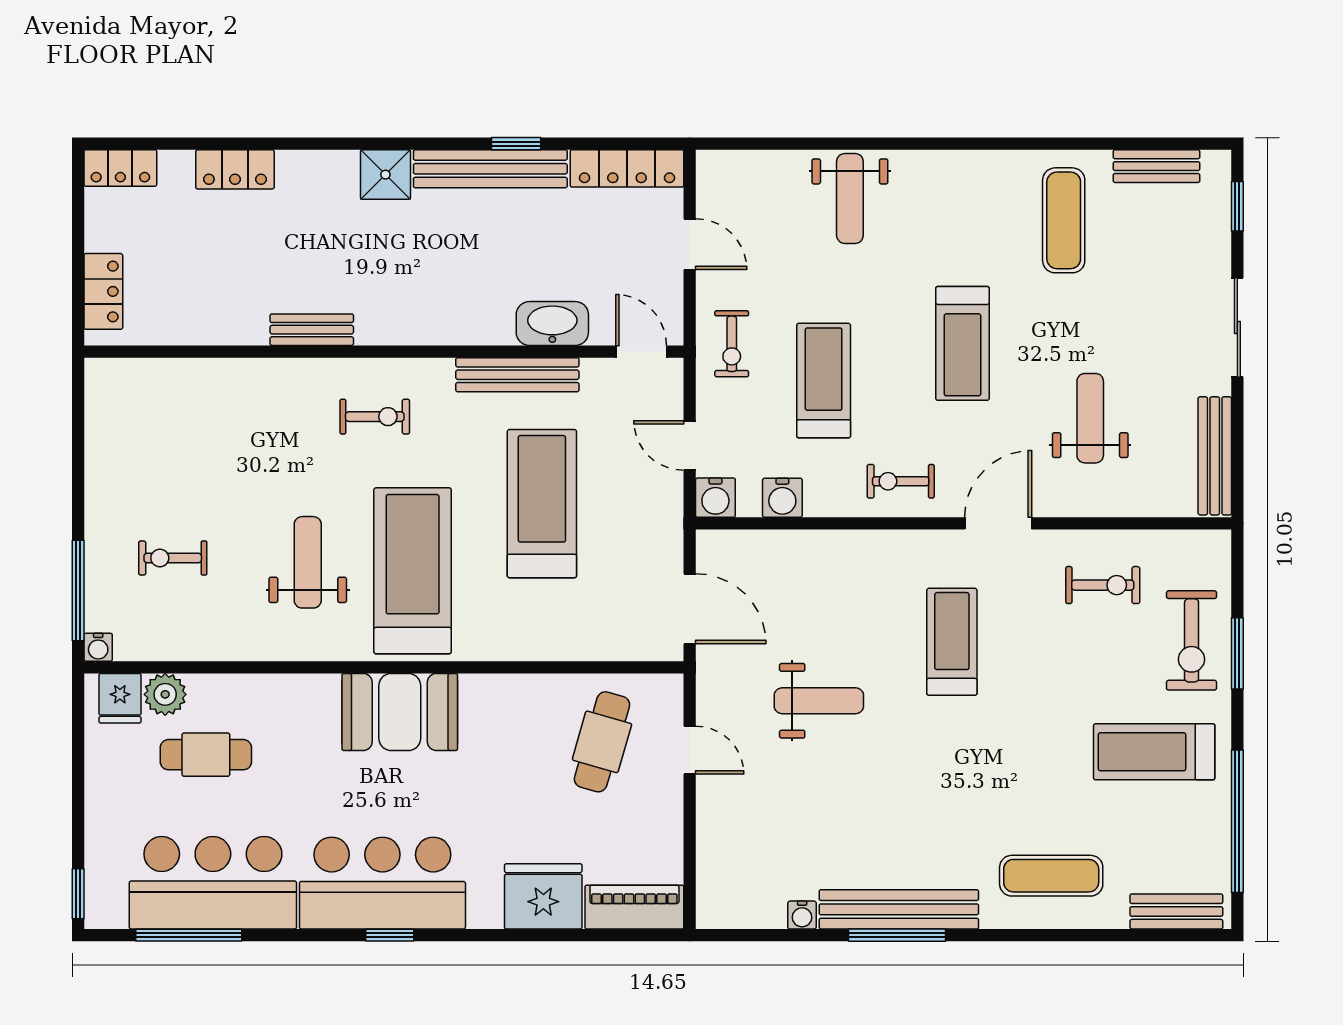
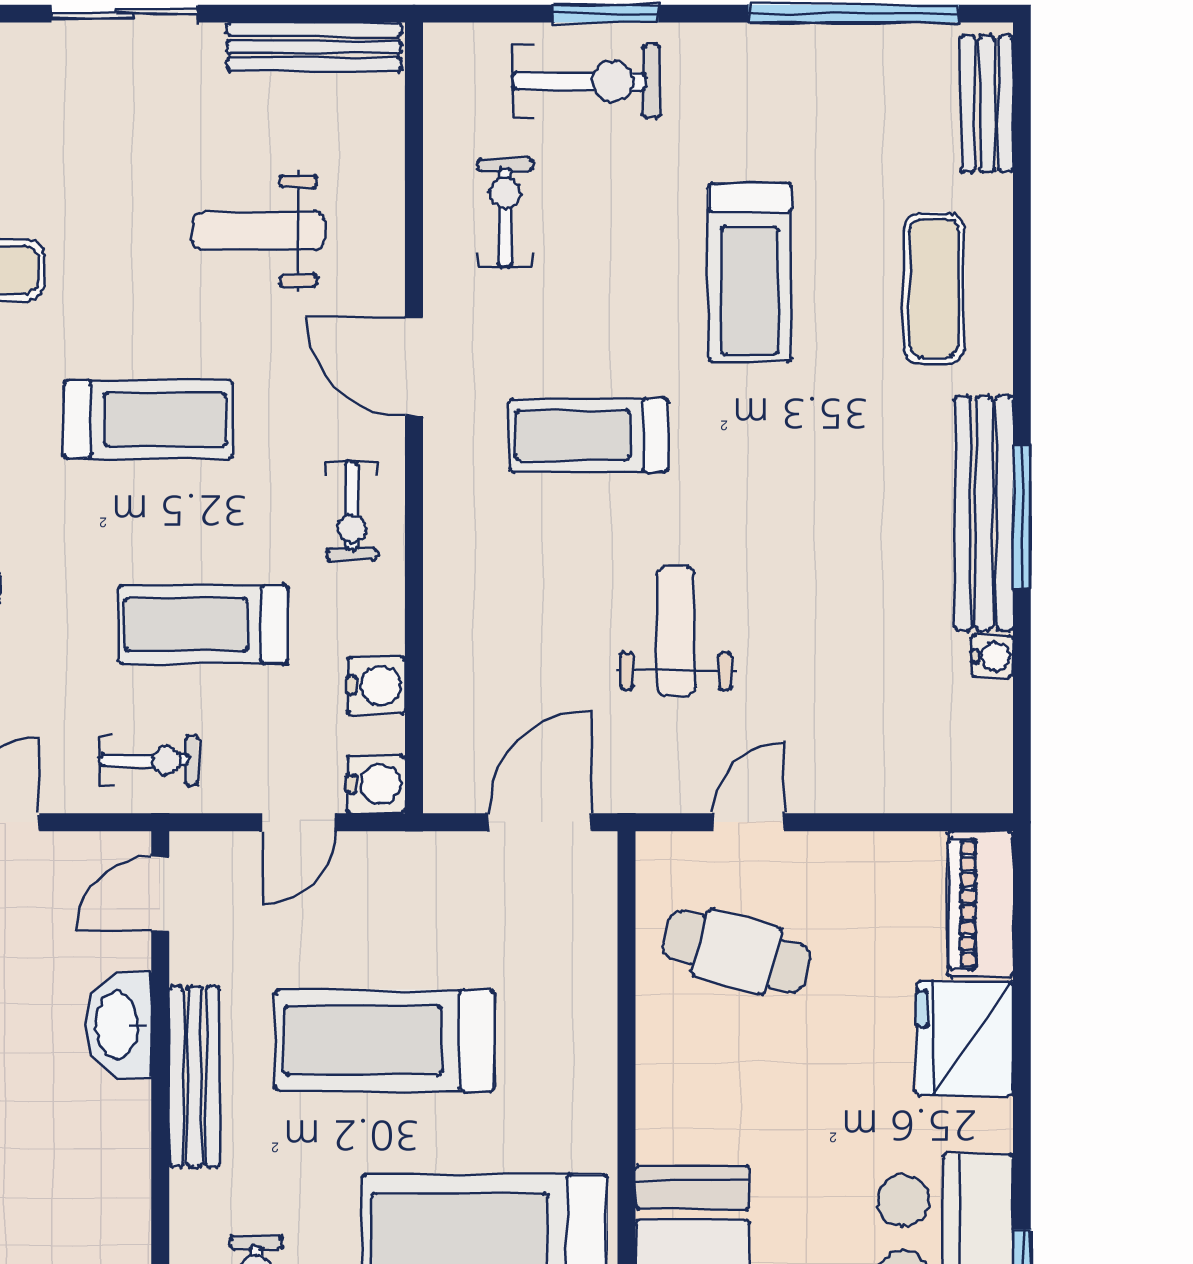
treadmill: (1154, 752) -> (750, 273), moved

